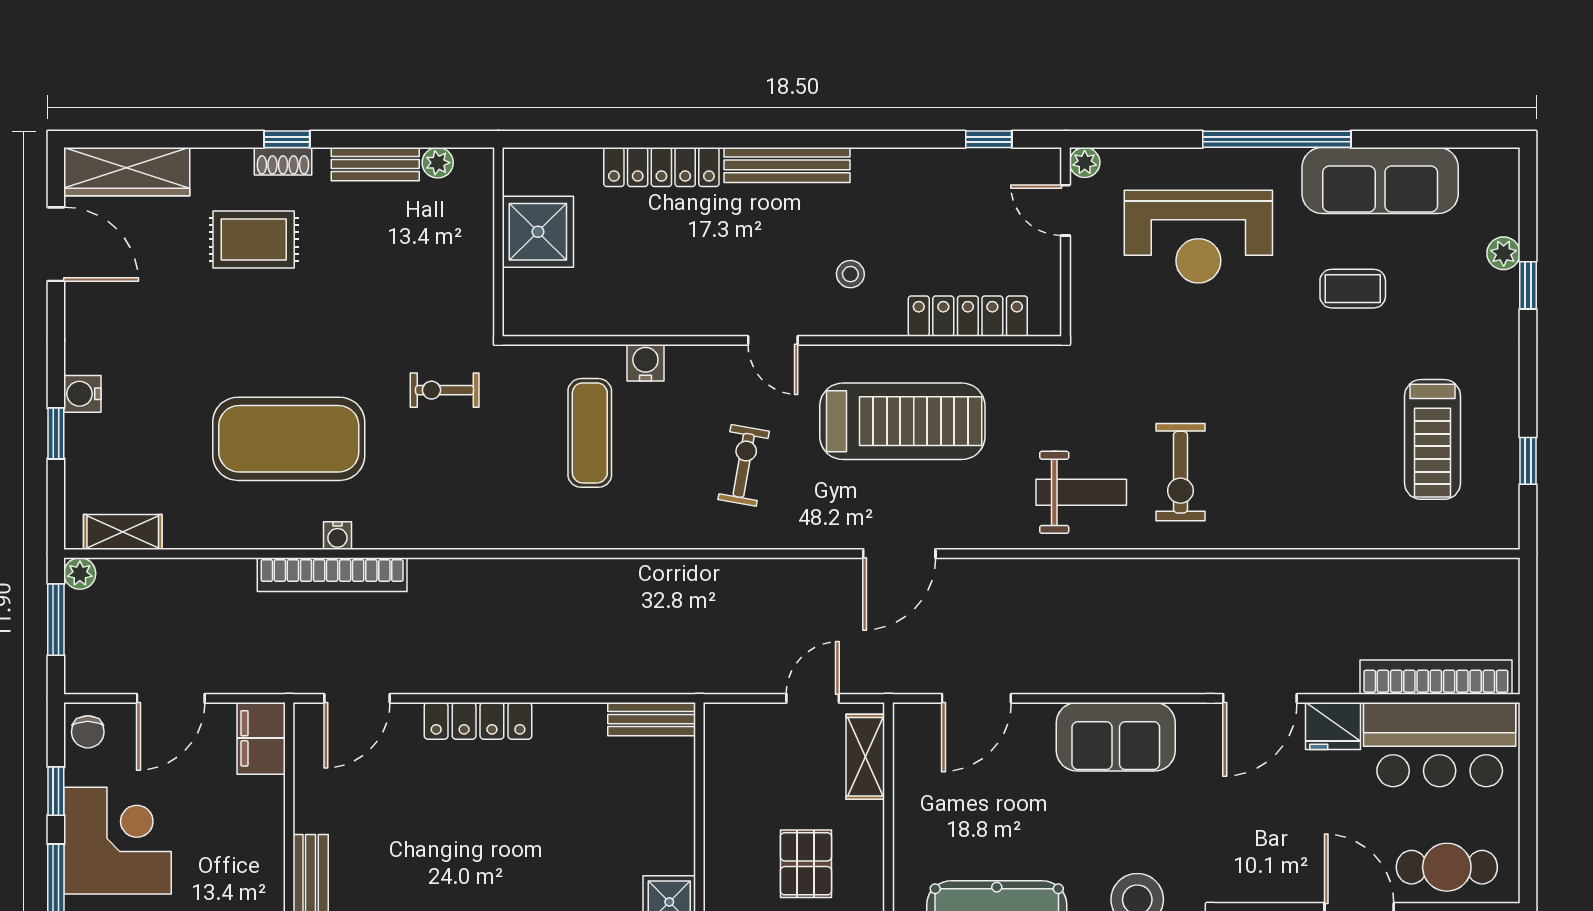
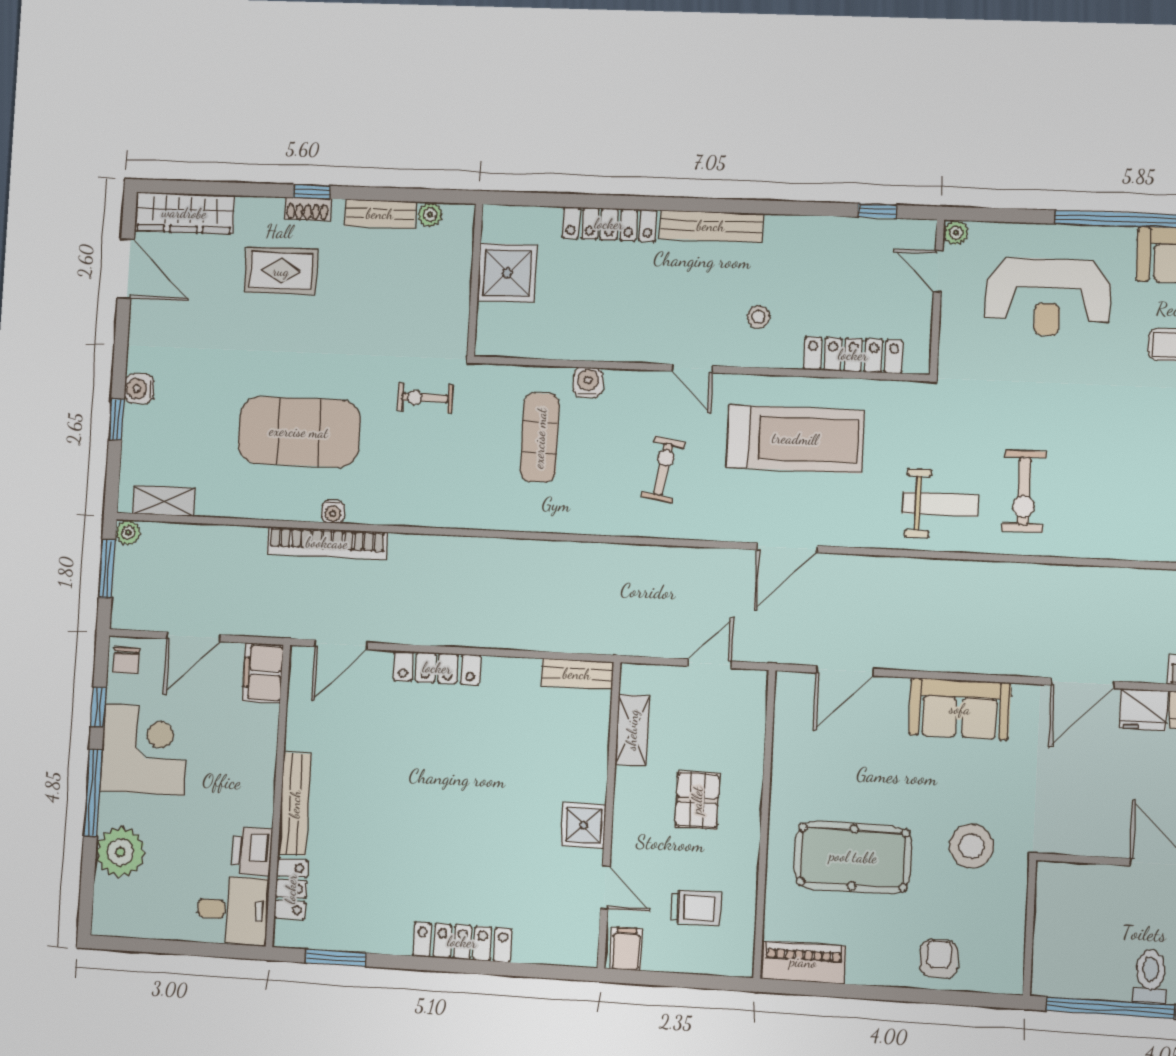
shelving: (865, 757) -> (632, 730), moved

